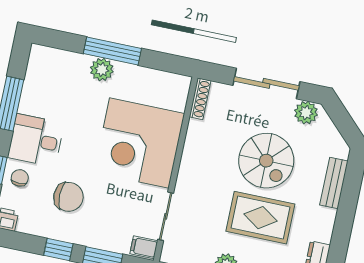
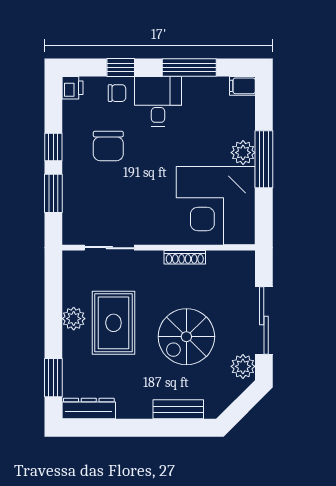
shoe rack: (200, 99) -> (185, 257), moved
corner desk: (139, 143) -> (216, 206), moved, turned -90
rug: (260, 218) -> (113, 323), moved
filing cabinet: (144, 247) -> (242, 86), moved, turned -90

